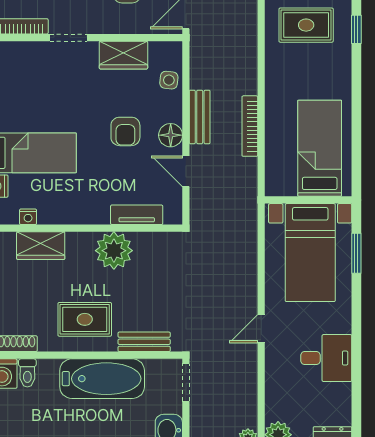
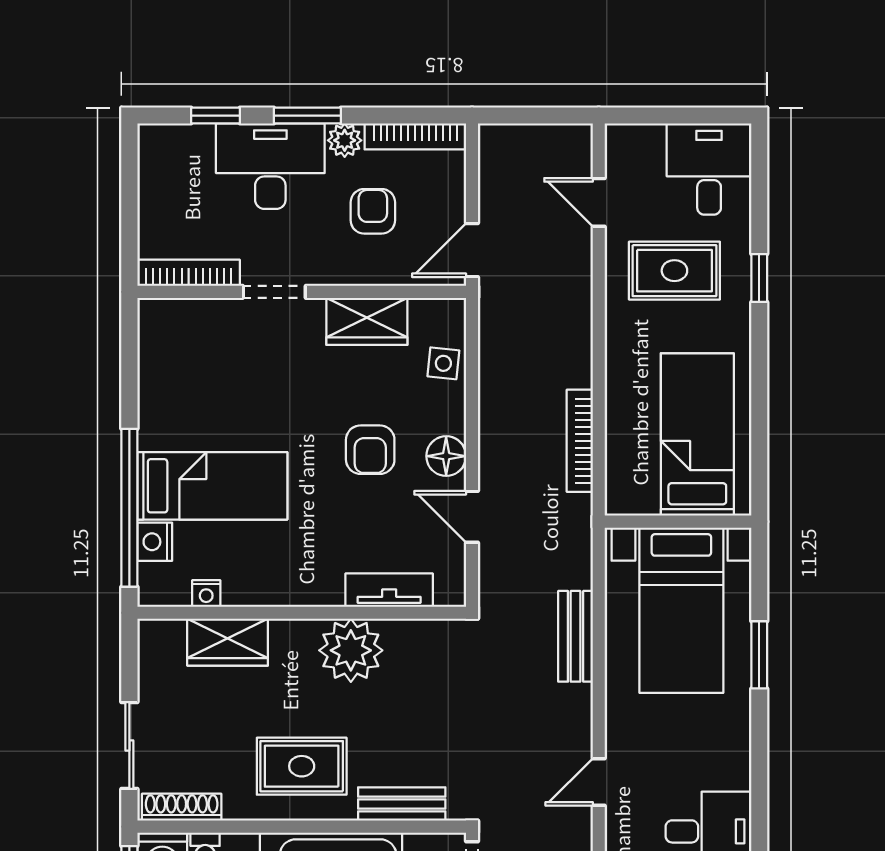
bench: (200, 117) -> (576, 636), moved
bed: (320, 148) -> (697, 434), moved
wall: (308, 200) -> (678, 522), moved
bed with nightstands: (310, 253) -> (681, 610), moved

